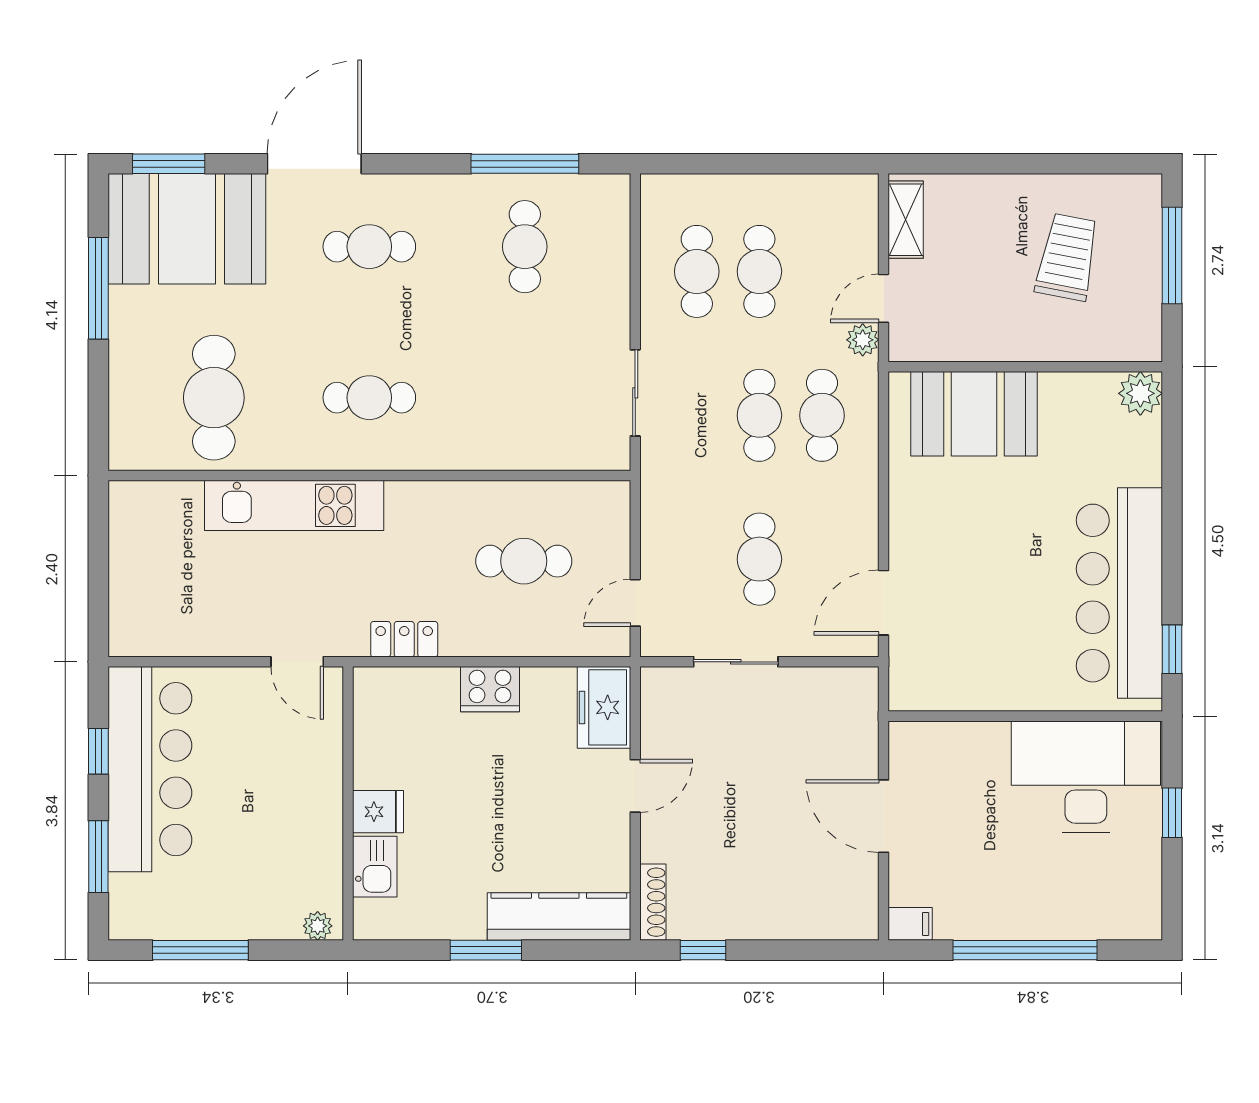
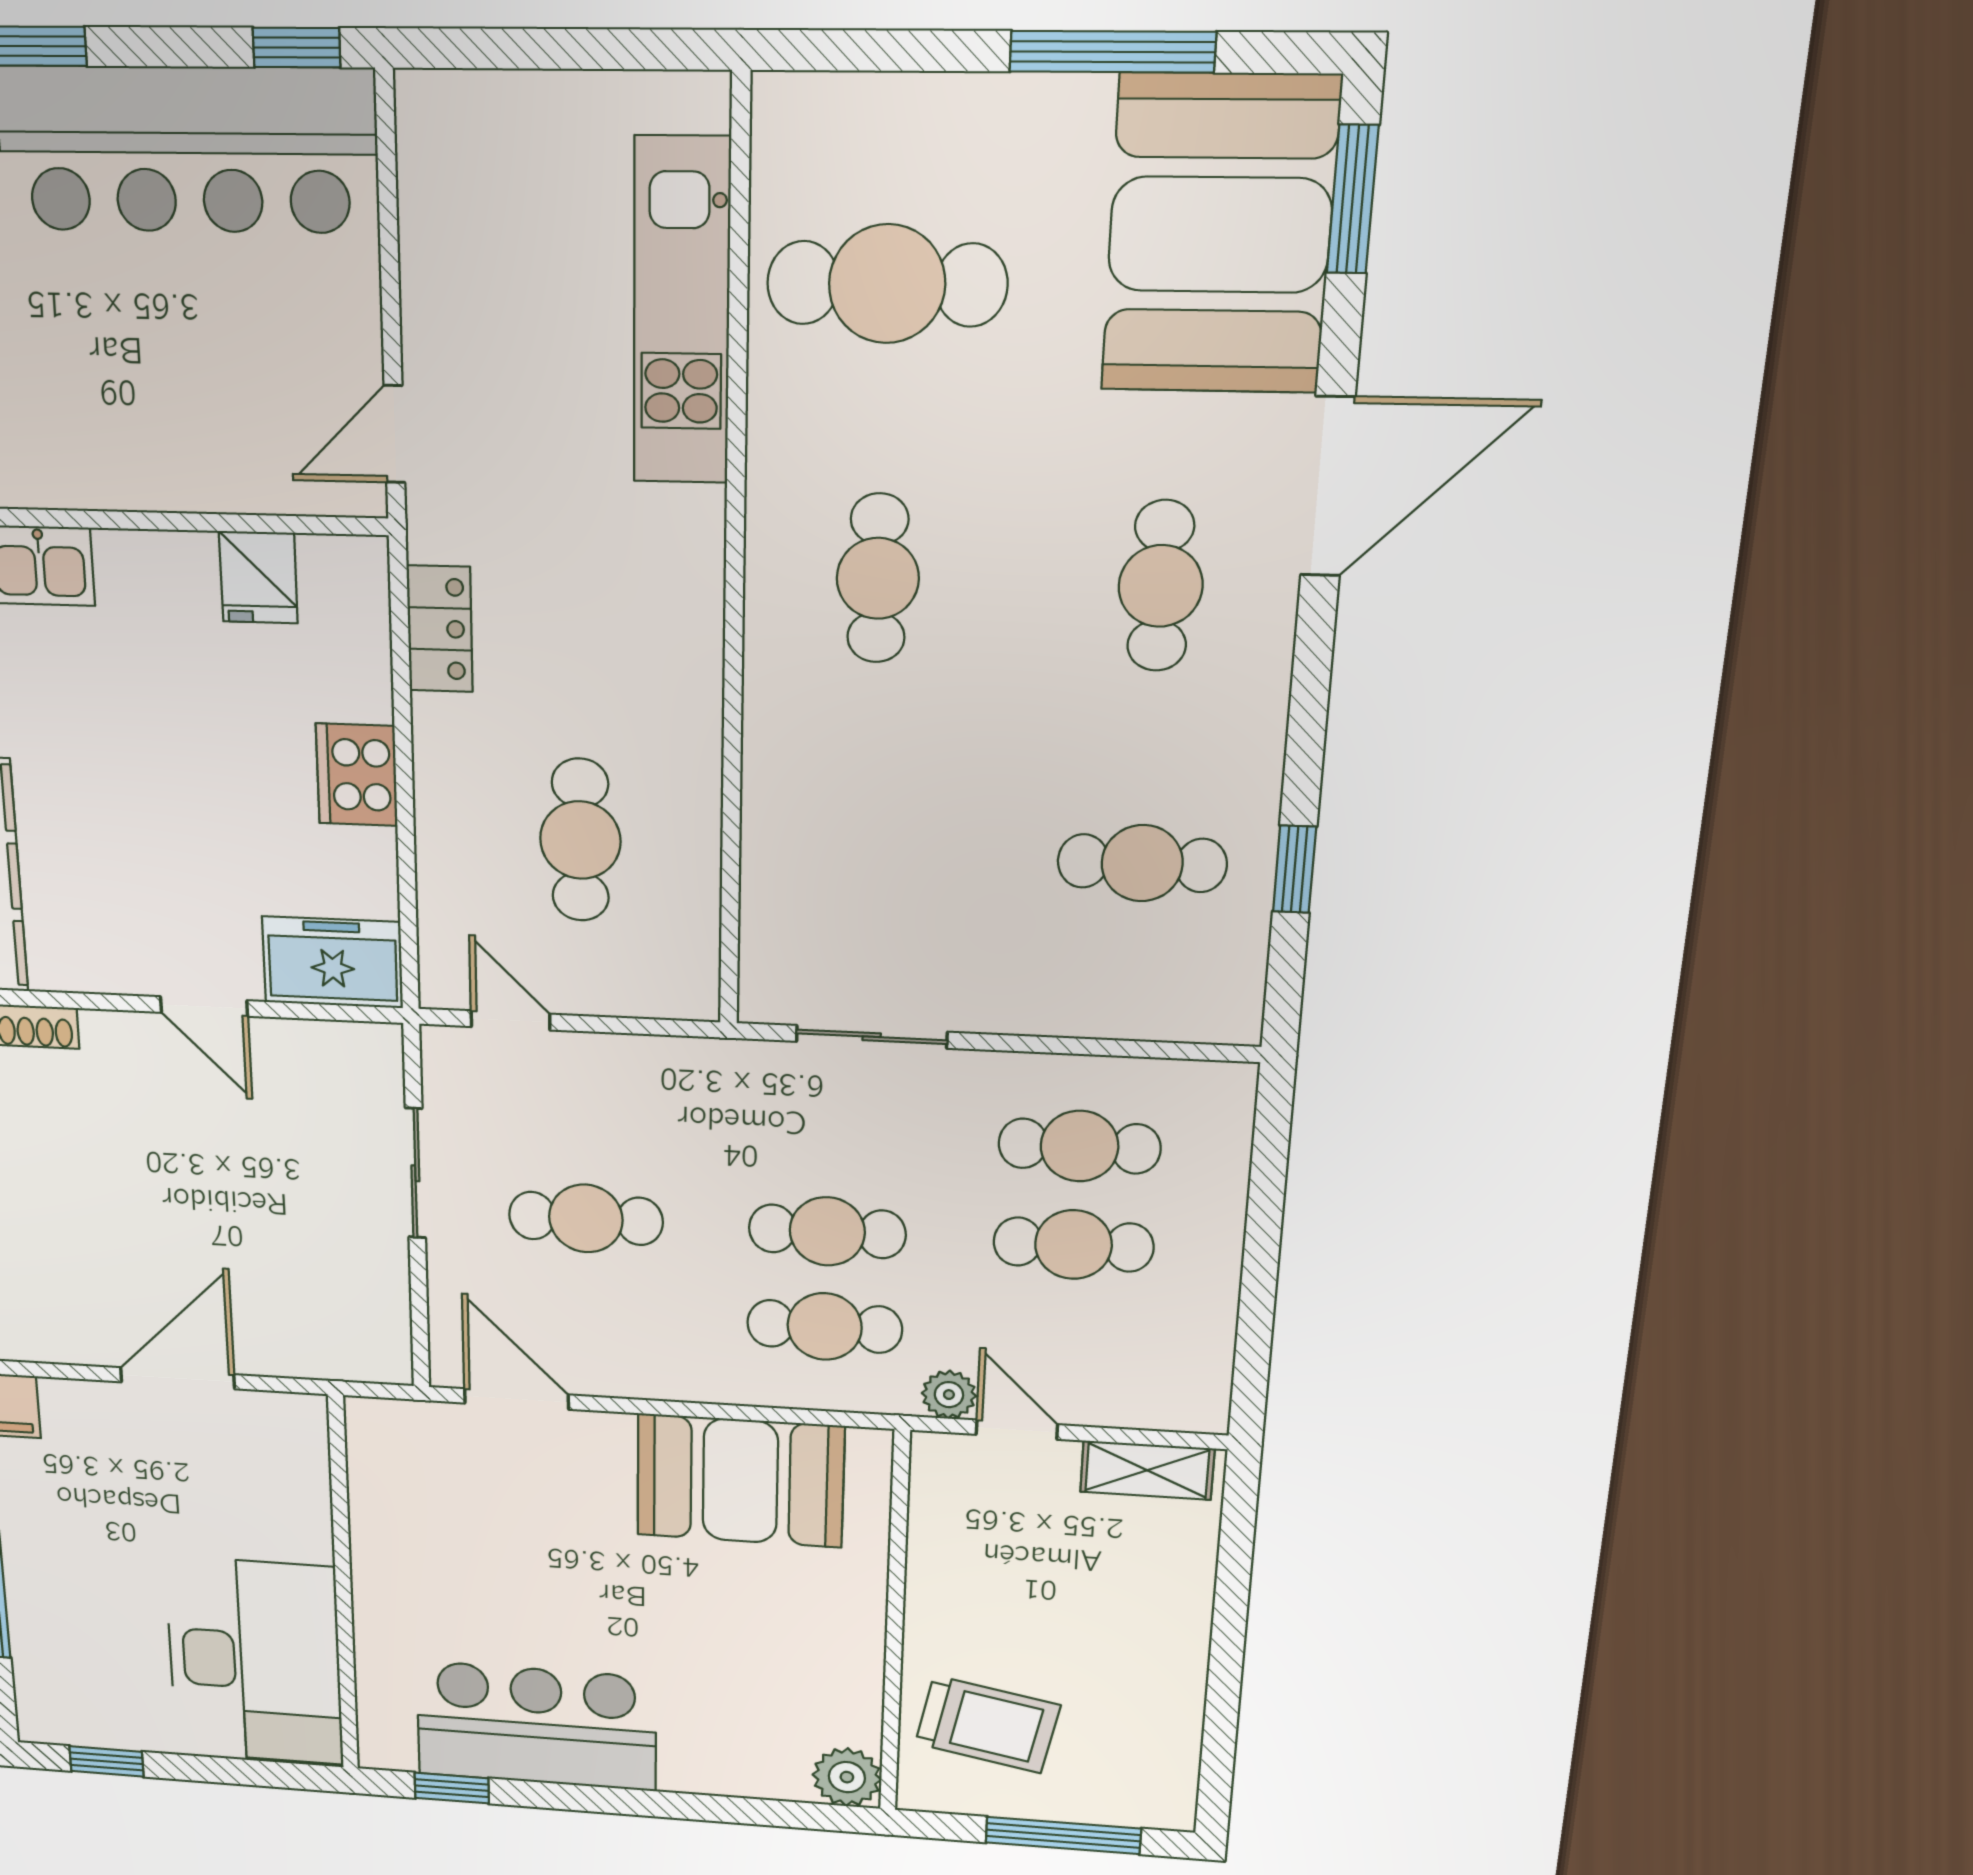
door: (314, 164) -> (1328, 487), hinge flipped
window: (525, 164) -> (1295, 869), width x0.46
trolley: (1067, 257) -> (988, 1724), moved
booth: (974, 414) -> (740, 1481), moved, turned 90
kitchen unit: (294, 505) -> (682, 312), moved
bar counter: (1119, 593) -> (536, 1726), width x0.73
window: (98, 751) -> (297, 48), moved
fridge: (378, 812) -> (258, 577), moved
window: (1172, 813) -> (107, 1761), moved

